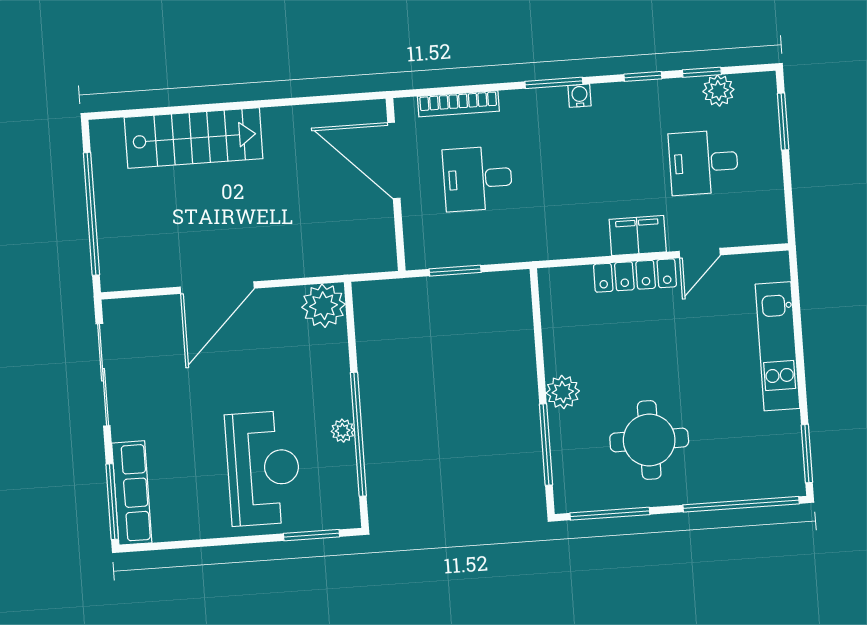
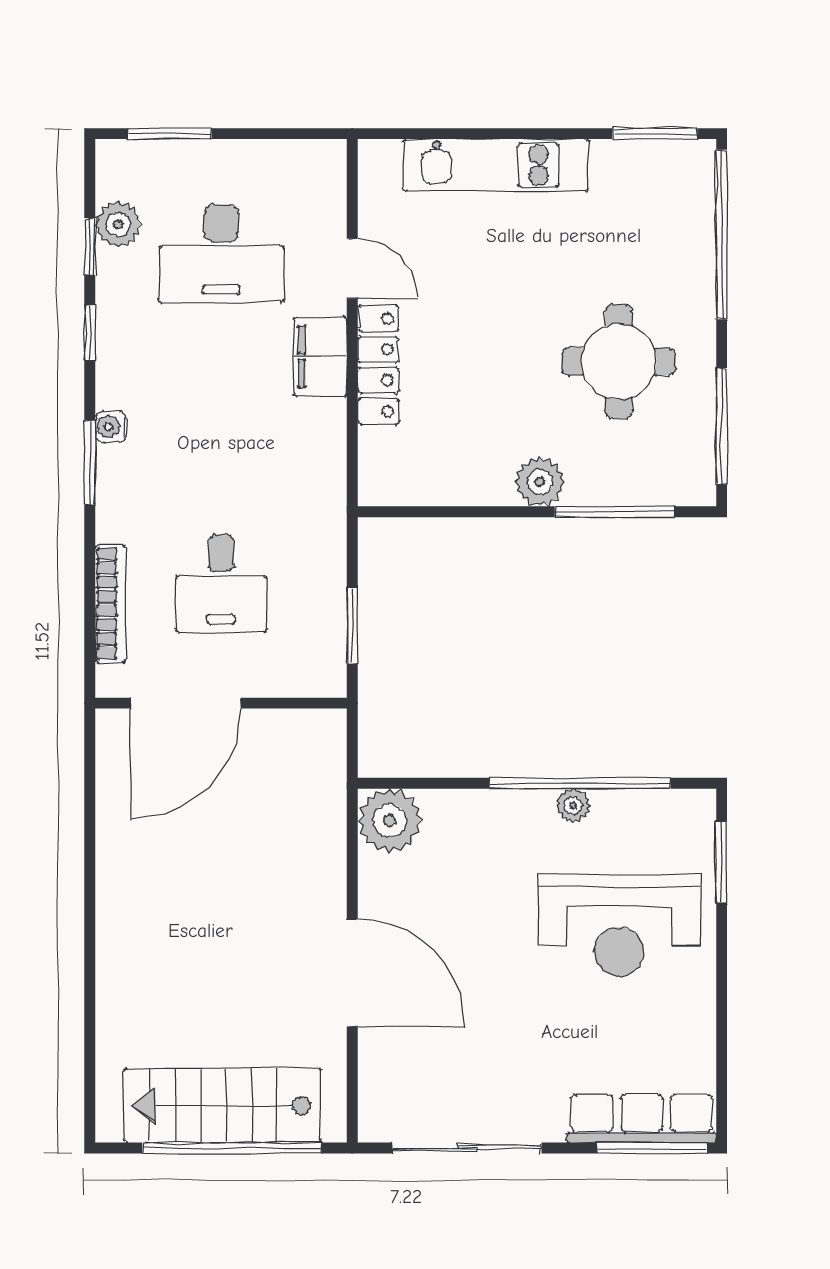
stairs: (194, 138) -> (223, 1106), moved, turned -90
desk: (704, 162) -> (221, 253), width x1.37
reception desk: (263, 468) -> (619, 925), turned 180

